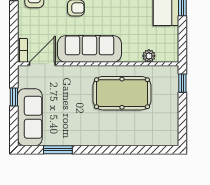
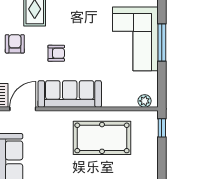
plant: (149, 56) -> (145, 101), moved

